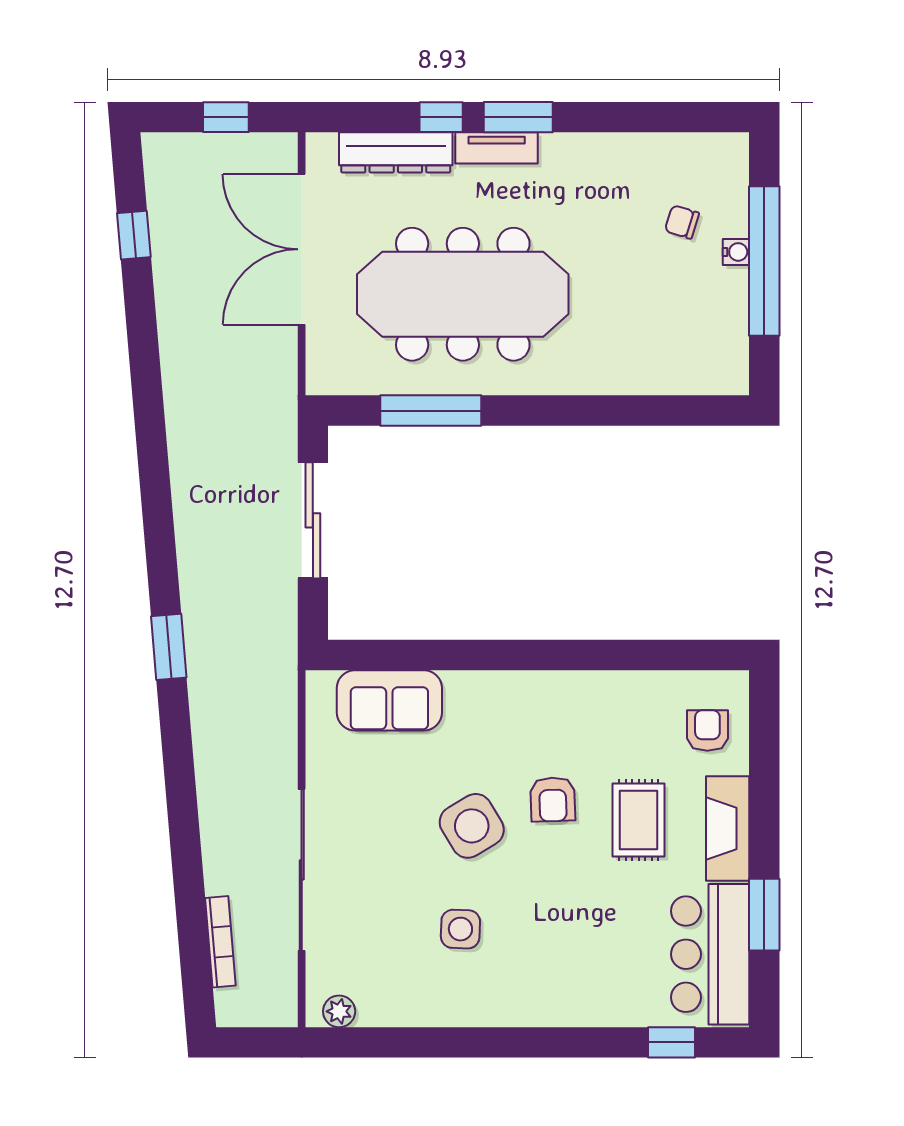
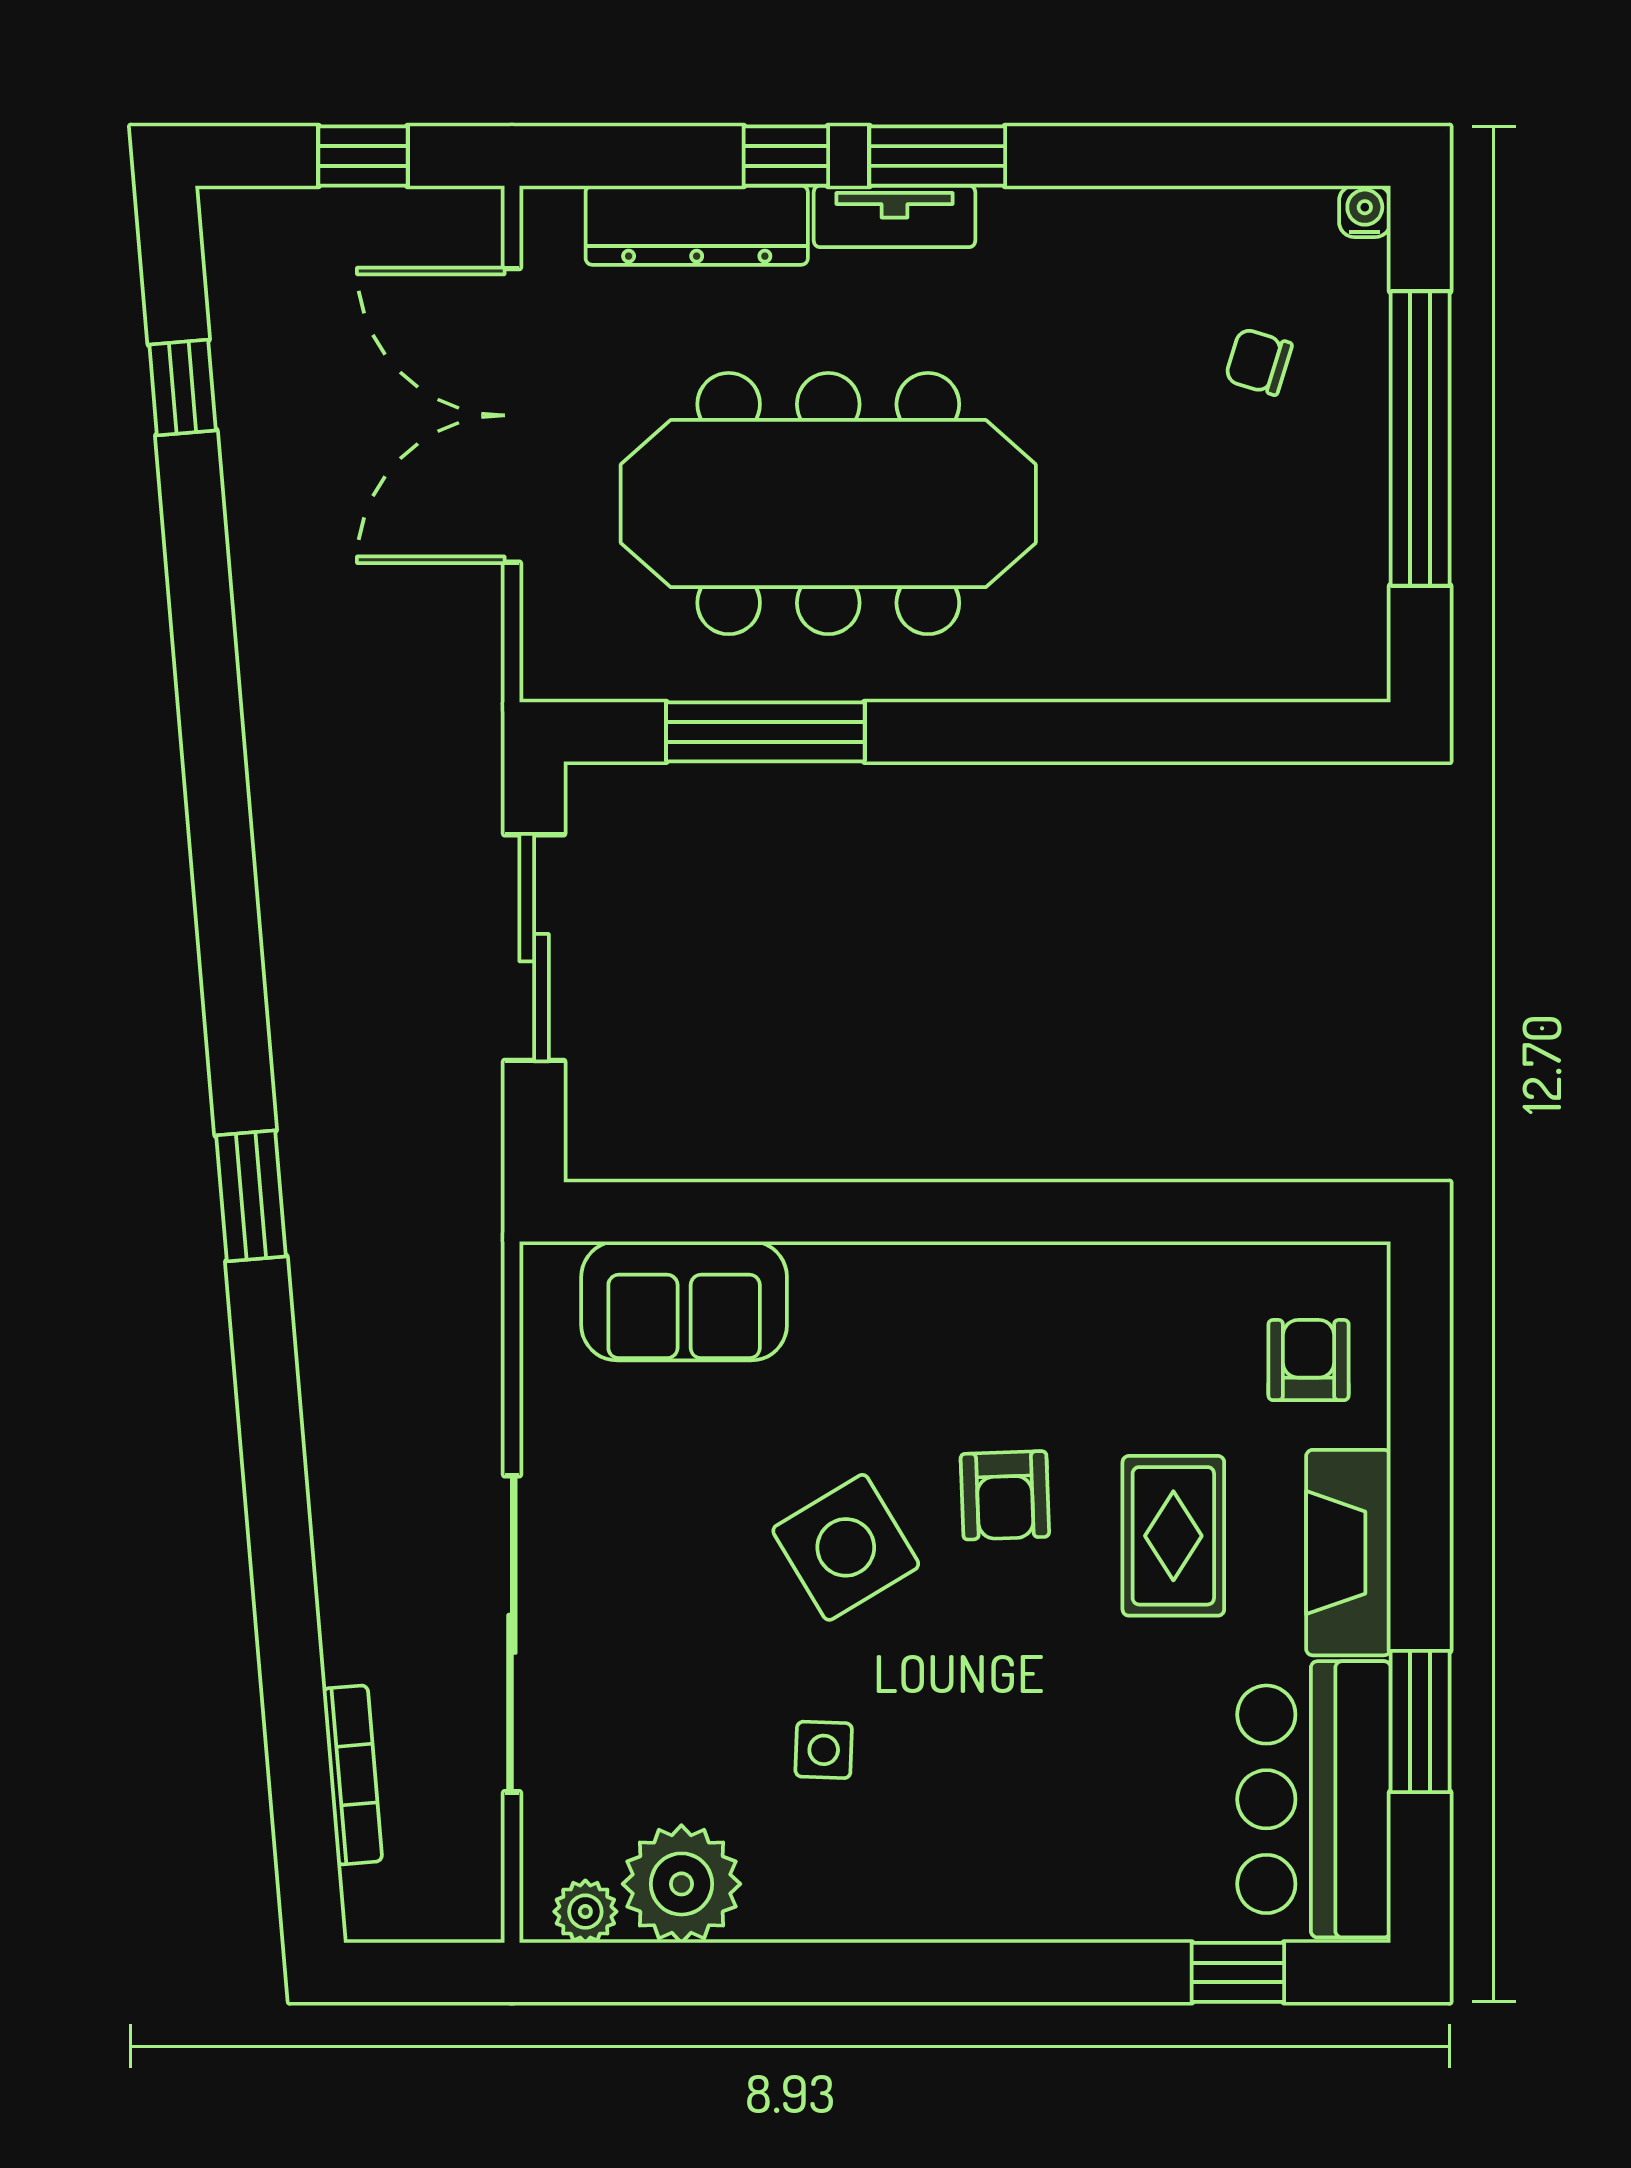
water cooler: (736, 252) -> (1365, 211), moved, turned -90
side table: (460, 929) -> (824, 1750), width x0.73, depth x0.73
plant: (388, 997) -> (681, 1884), added

